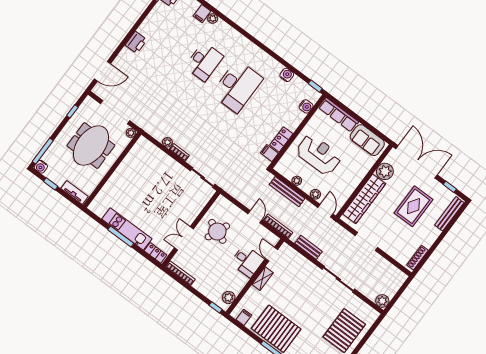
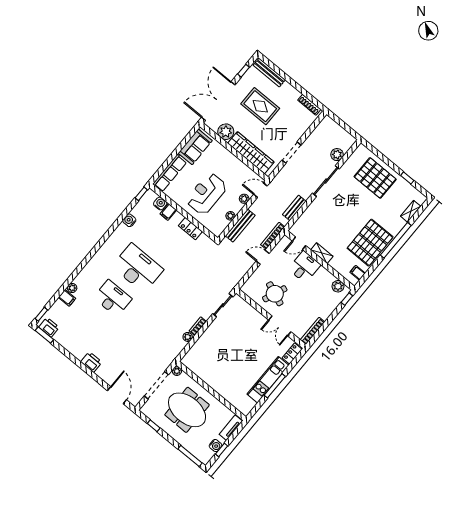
filing cabinet: (269, 153) -> (168, 212), moved
water cooler: (41, 167) -> (215, 446), moved
plant: (382, 301) -> (337, 155), moved

